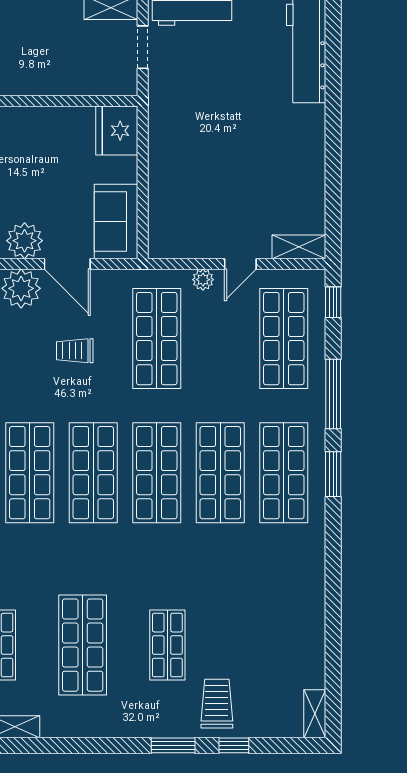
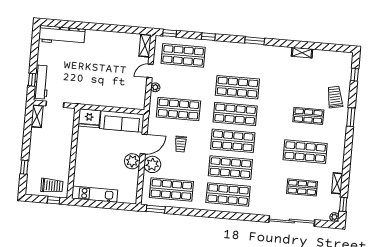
sofa: (116, 221) -> (122, 121), width x1.36
door: (240, 264) -> (150, 71), swing flipped
window: (333, 394) -> (208, 37), width x0.46
shop shelf: (284, 473) -> (240, 60), removed
window: (333, 474) -> (255, 41), moved
trolley: (217, 704) -> (335, 97), turned 78
shelving: (315, 714) -> (302, 53), moved
window: (234, 745) -> (355, 75), moved

